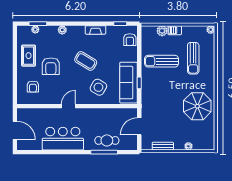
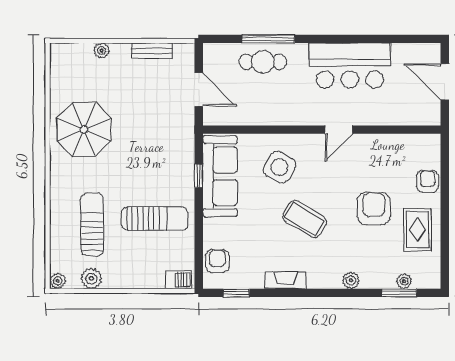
barbecue: (175, 30) -> (179, 280), moved
plant: (162, 31) -> (91, 279), moved
armchair: (33, 87) -> (427, 181), moved
door: (139, 126) -> (199, 89), hinge flipped

